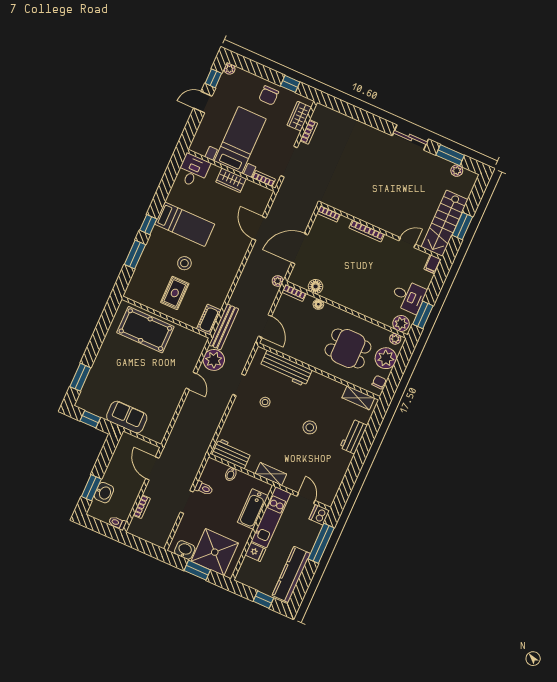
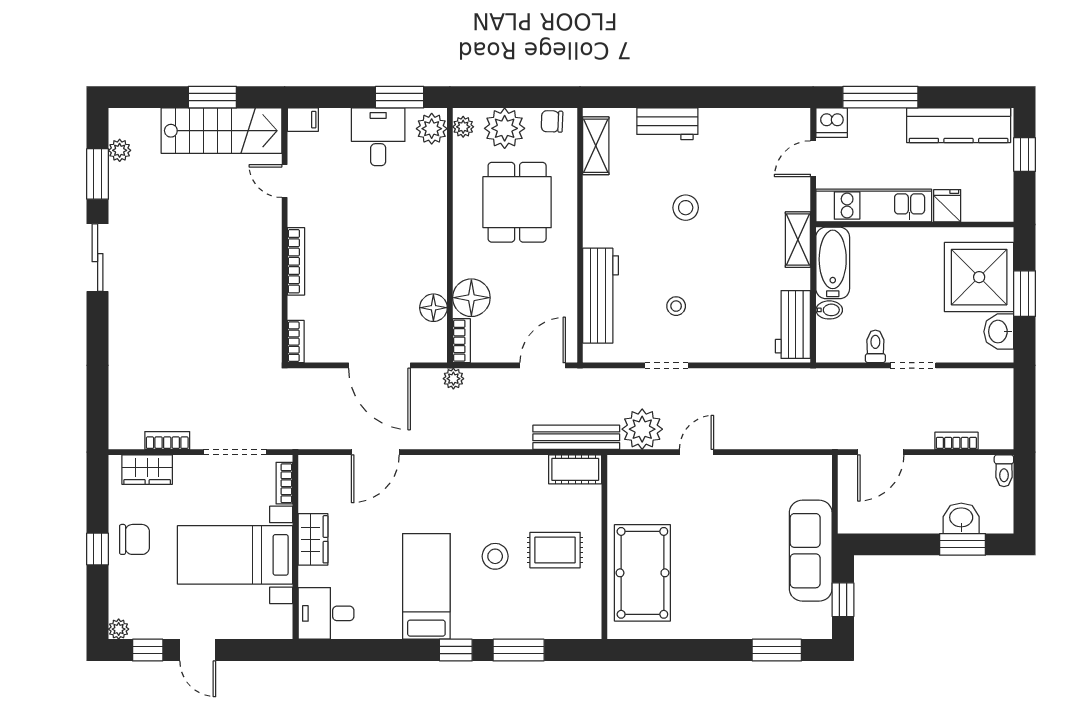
window: (290, 84) -> (98, 549), moved
floor lamp: (318, 304) -> (471, 298), width x1.89, depth x1.89
sofa: (127, 417) -> (811, 551), width x1.36
bathtub: (253, 509) -> (833, 263), moved, turned -90

